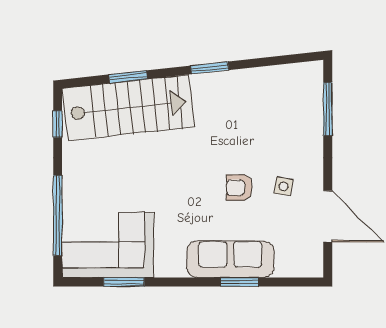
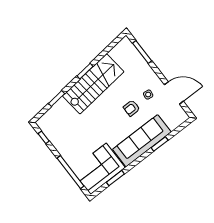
stairs: (128, 108) -> (93, 84), moved
sofa: (230, 259) -> (142, 141), width x1.36, depth x1.27

